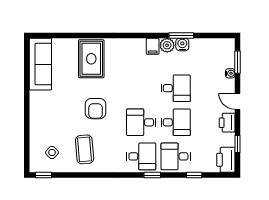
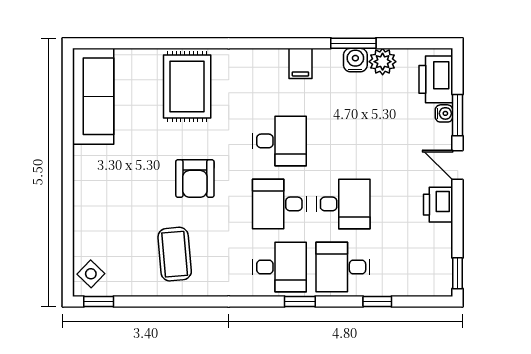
plant: (167, 45) -> (383, 62), moved
window: (238, 62) -> (458, 115), moved
desk: (176, 88) -> (279, 141), moved
window: (238, 144) -> (458, 273), moved
side table: (52, 152) -> (91, 274), moved
printer: (226, 160) -> (436, 79), moved

